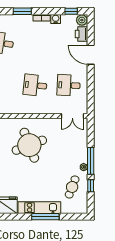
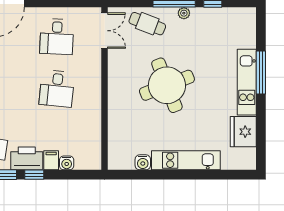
round table: (29, 145) -> (167, 85), moved
cafe table: (72, 187) -> (147, 24), moved

